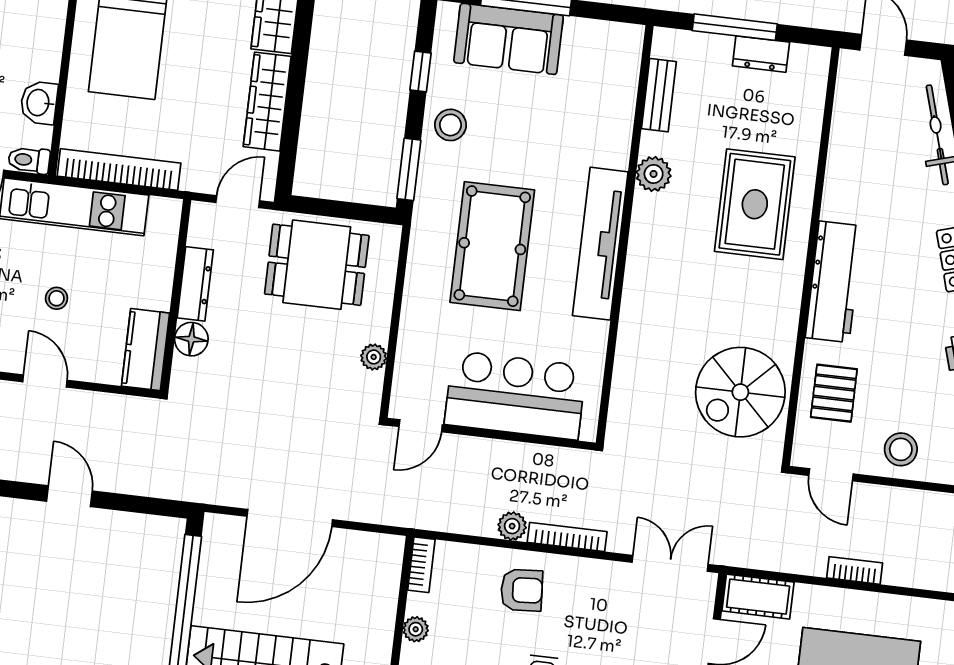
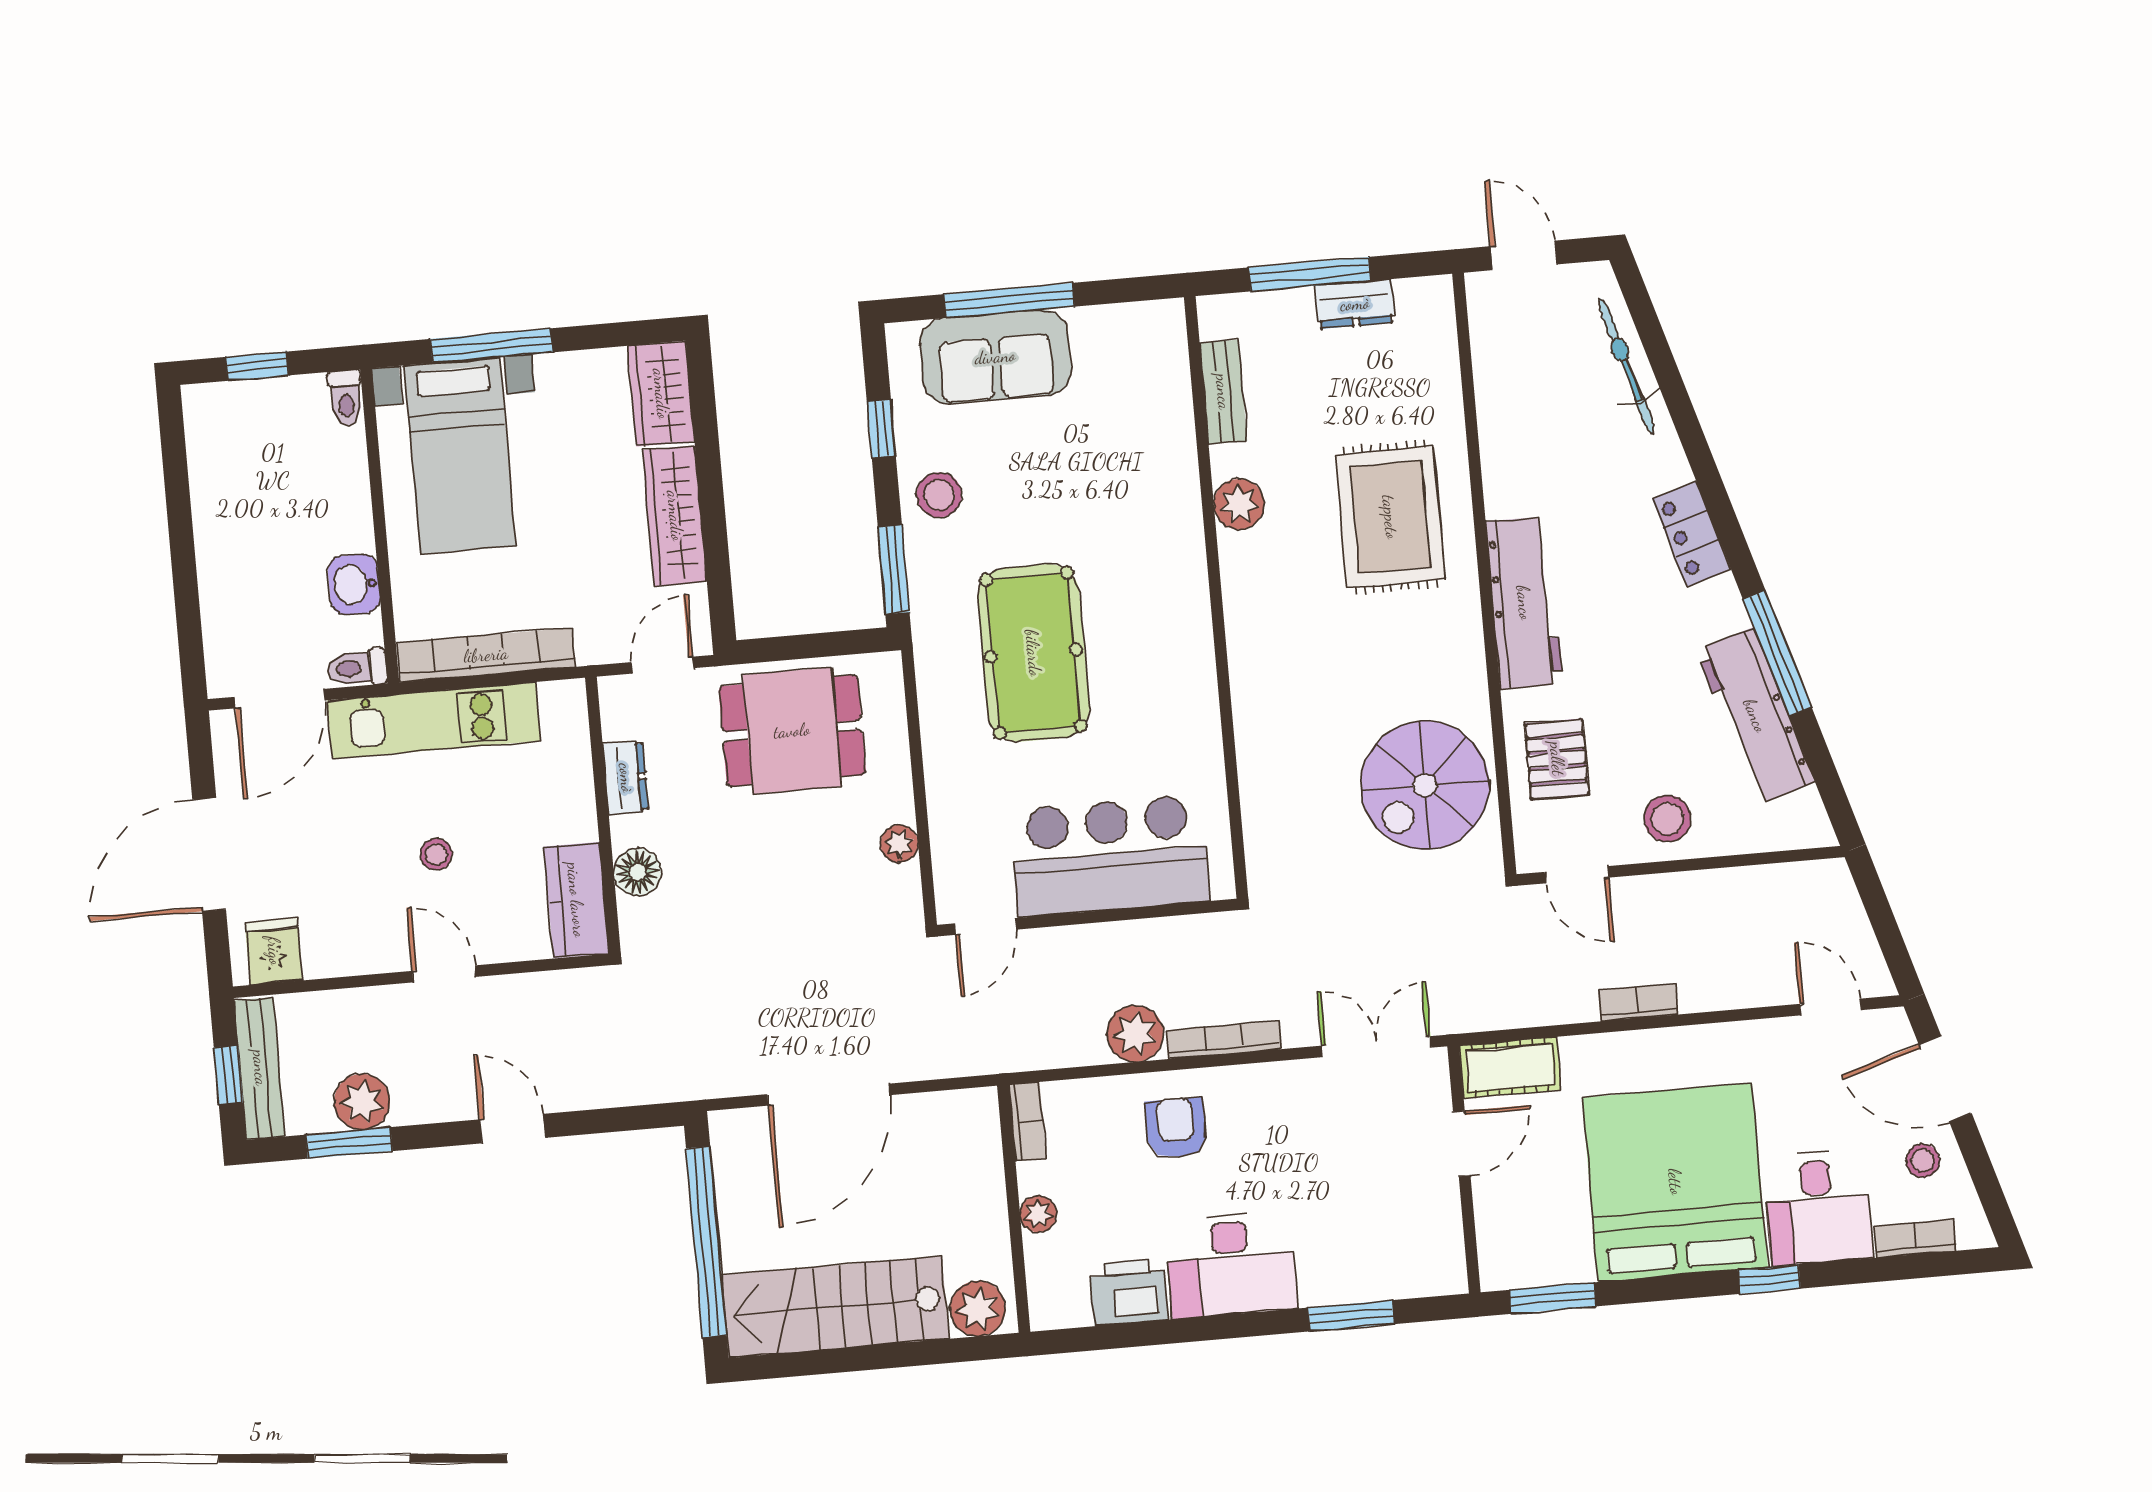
tv unit: (600, 244) -> (1184, 618), removed
dresser: (195, 284) -> (626, 778), width x0.70
plant: (512, 526) -> (1135, 1034), width x1.38, depth x1.38
armchair: (522, 590) -> (1176, 1128), turned -86

